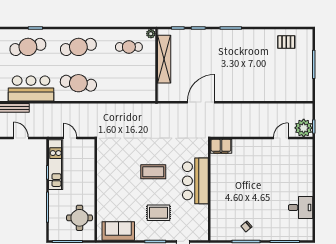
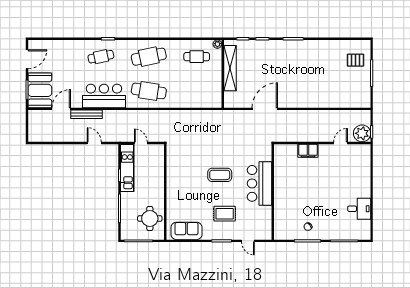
pallet: (286, 42) -> (356, 60), moved
cafe table: (28, 47) -> (101, 57), width x0.73, depth x0.74
filing cabinet: (221, 146) -> (308, 151), moved

